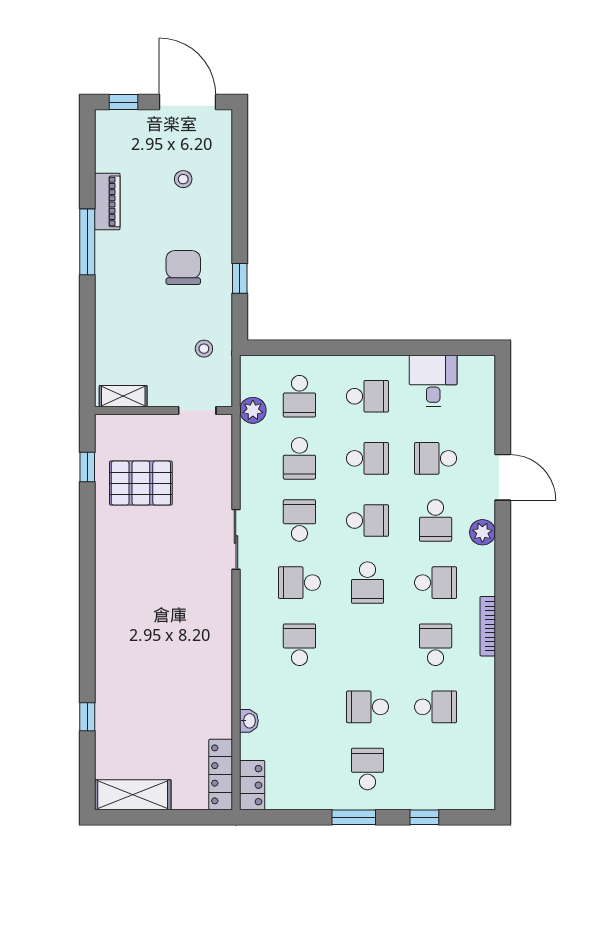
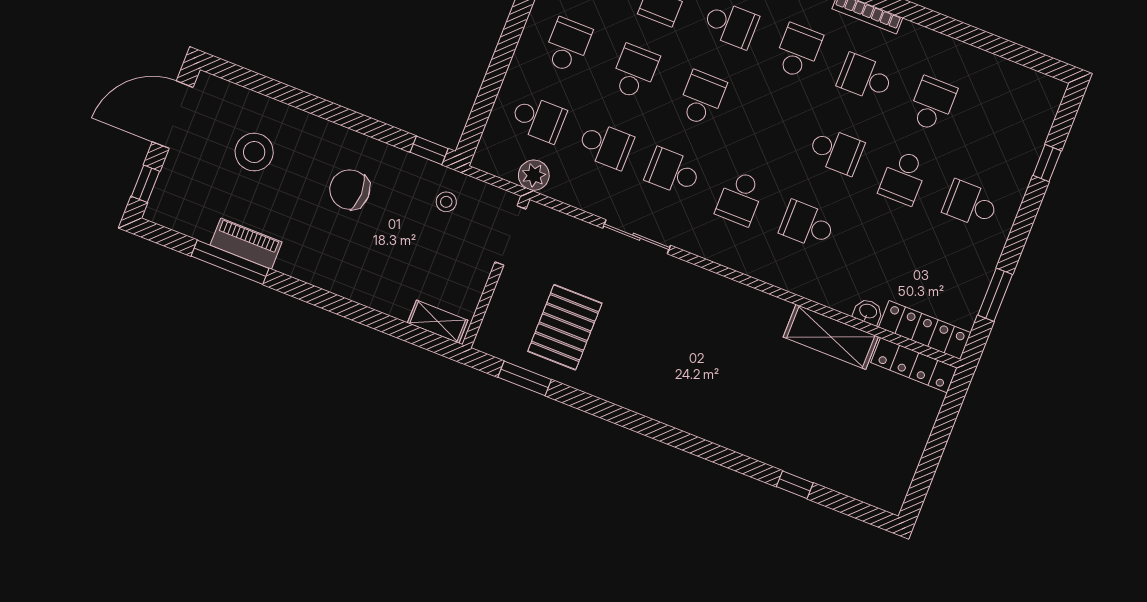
stool: (183, 179) -> (254, 152), width x1.89, depth x1.89
window: (87, 242) -> (230, 262), moved
window: (240, 278) -> (429, 150), moved
shelving: (123, 396) -> (438, 322), moved, turned 90
doorway: (197, 411) -> (510, 235), width x1.38
window: (87, 467) -> (525, 378), width x1.50
sliding door: (236, 539) -> (637, 237), moved
school desk: (367, 583) -> (836, 151), moved
locker: (252, 785) -> (925, 330), width x1.53
shelving: (133, 795) -> (831, 337), moved, turned 90
window: (354, 817) -> (995, 295), moved

